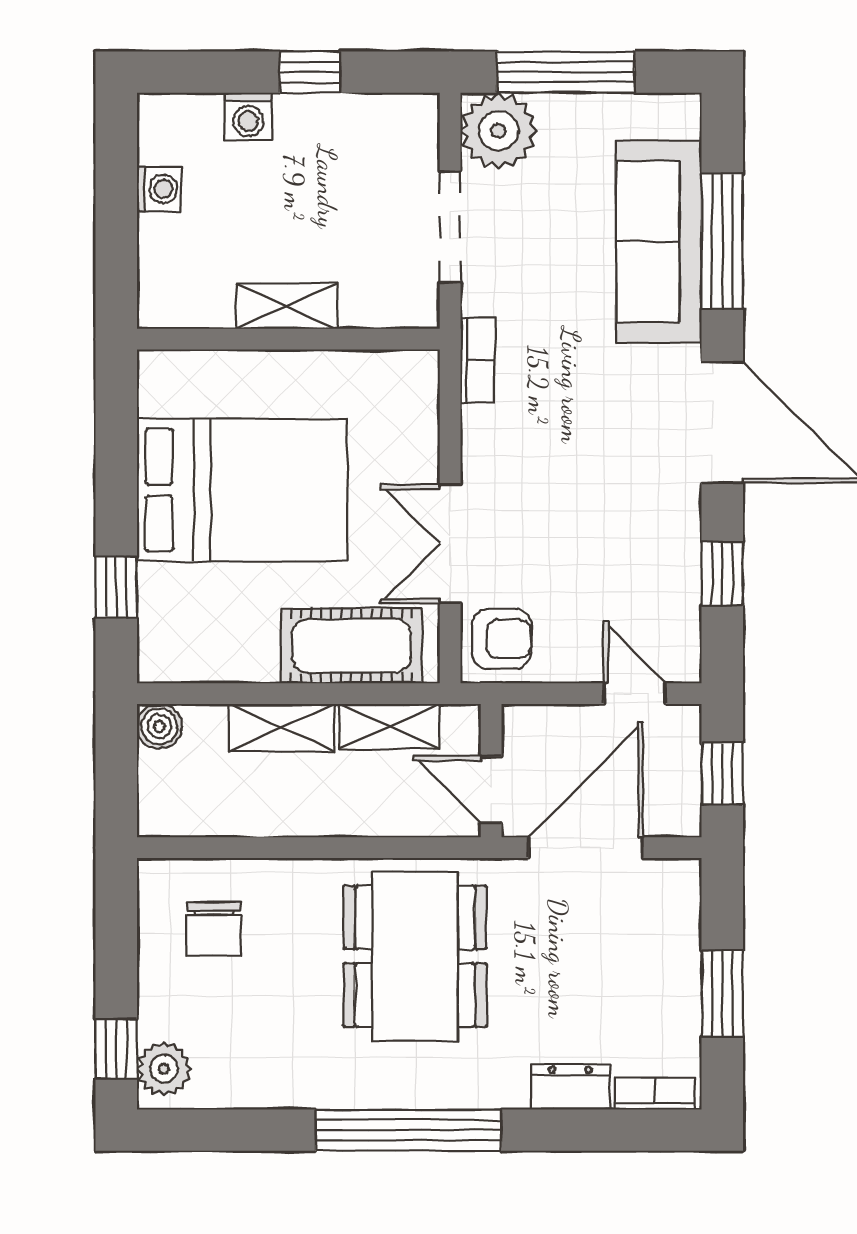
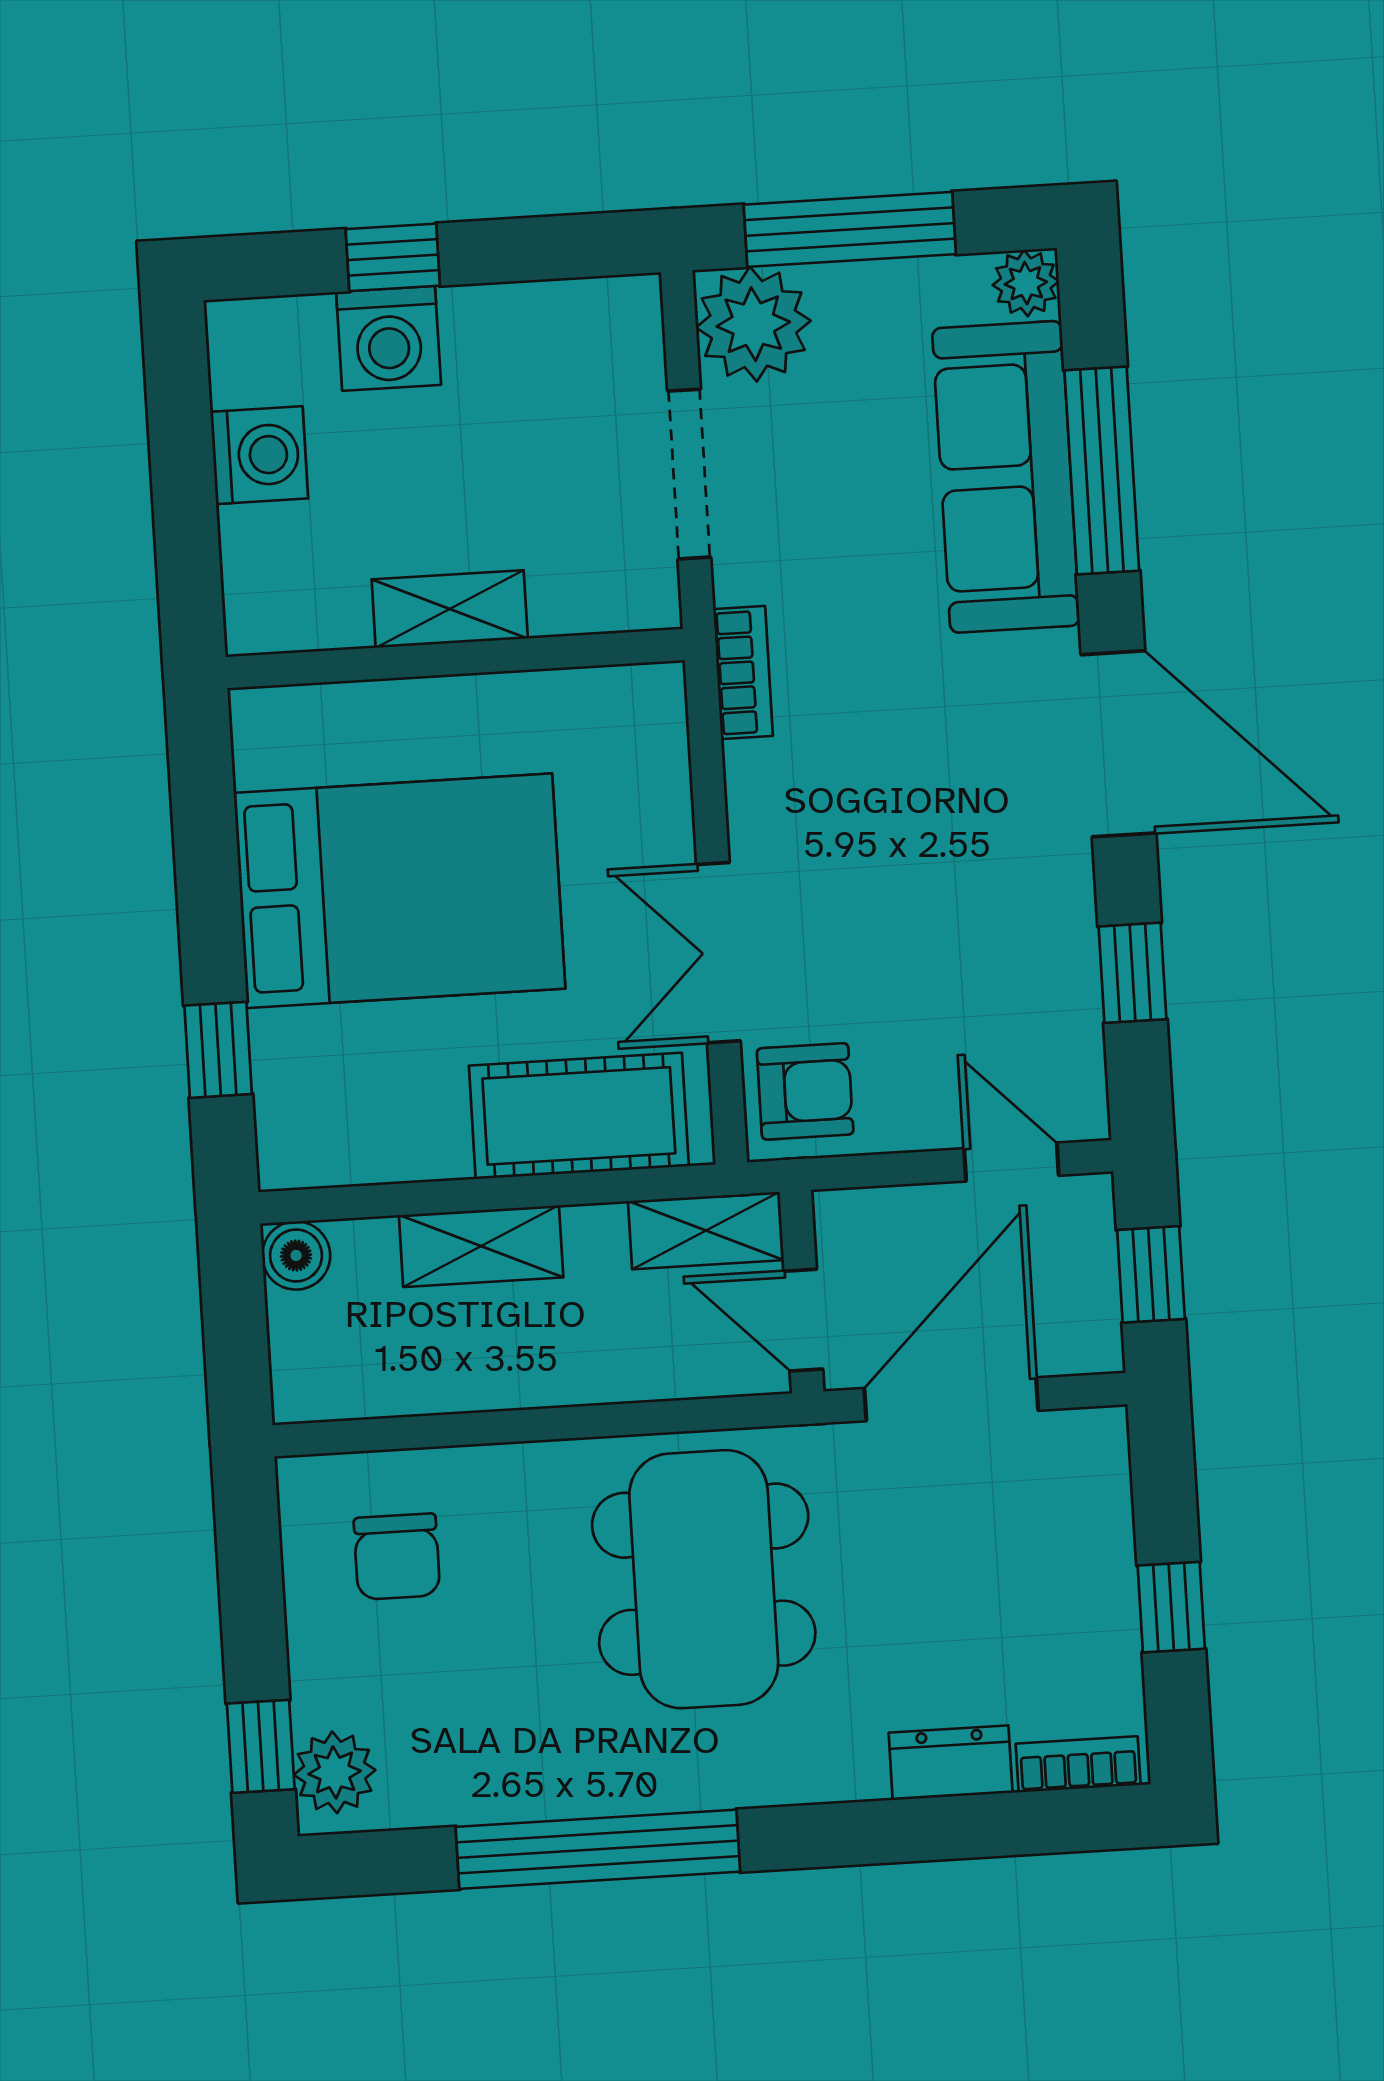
window: (310, 72) -> (393, 257), moved
plant: (680, 115) -> (1026, 283), added
washing machine: (248, 116) -> (389, 338), width x1.38, depth x1.38
washing machine: (159, 189) -> (259, 455), width x1.38, depth x1.38
shelving: (389, 726) -> (706, 1231), moved
window: (722, 994) -> (1171, 1607), width x0.67
window: (408, 1130) -> (598, 1849), moved

